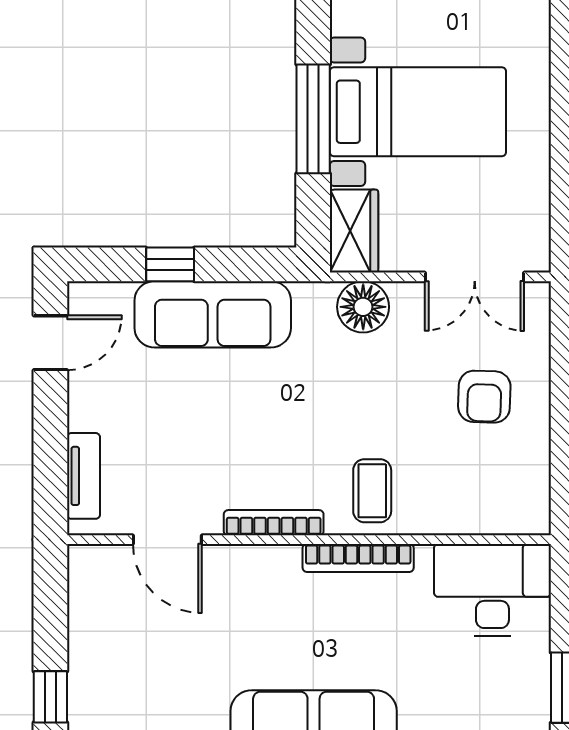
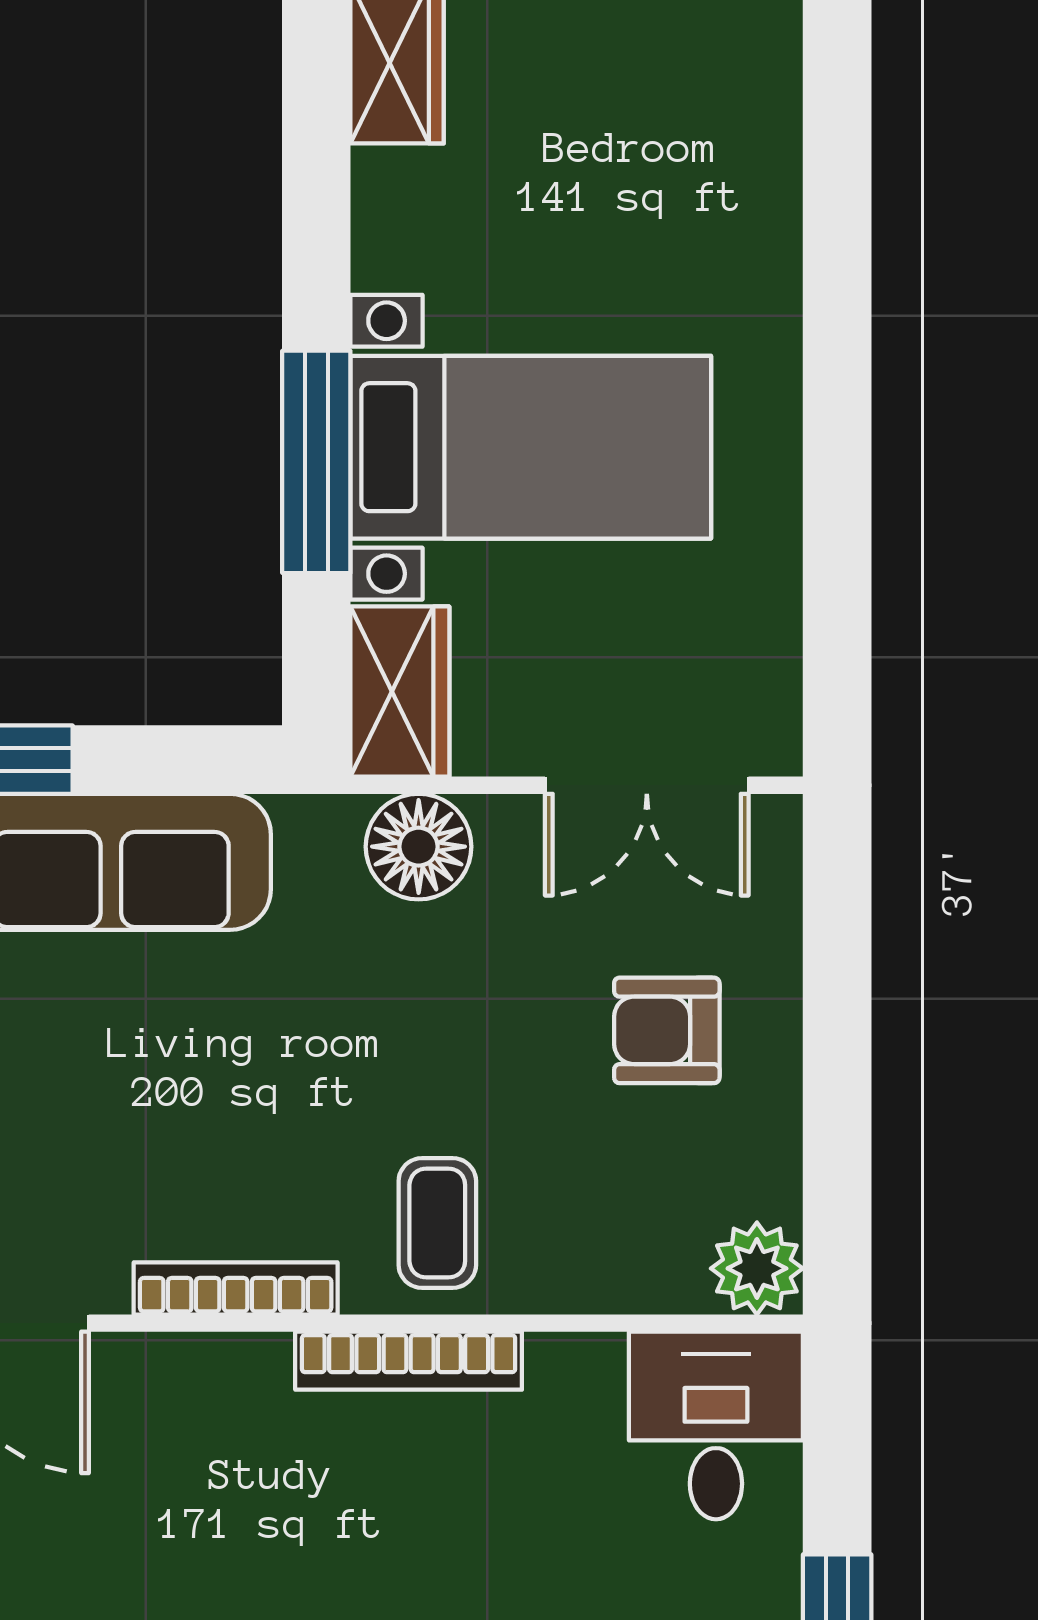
armchair: (484, 397) -> (667, 1030), turned 88
plant: (528, 513) -> (757, 1268), added
desk: (492, 590) -> (716, 1425), width x0.73

